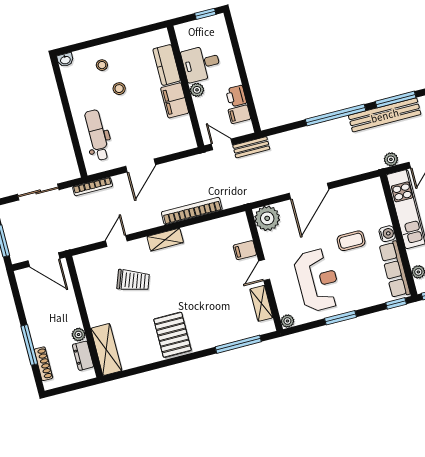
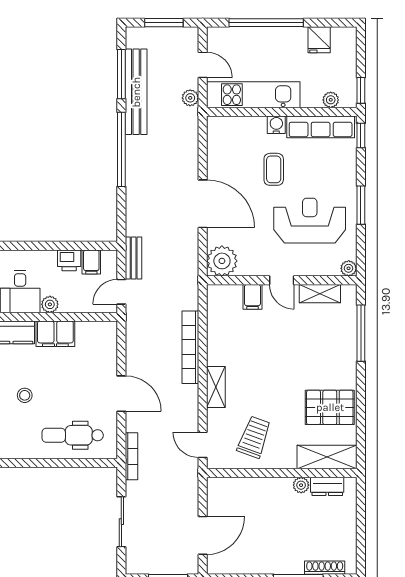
wall: (84, 317) -> (282, 473), moved
plant: (79, 335) -> (301, 485), moved
shelving: (106, 350) -> (327, 457), moved
dresser: (83, 356) -> (327, 486), moved

